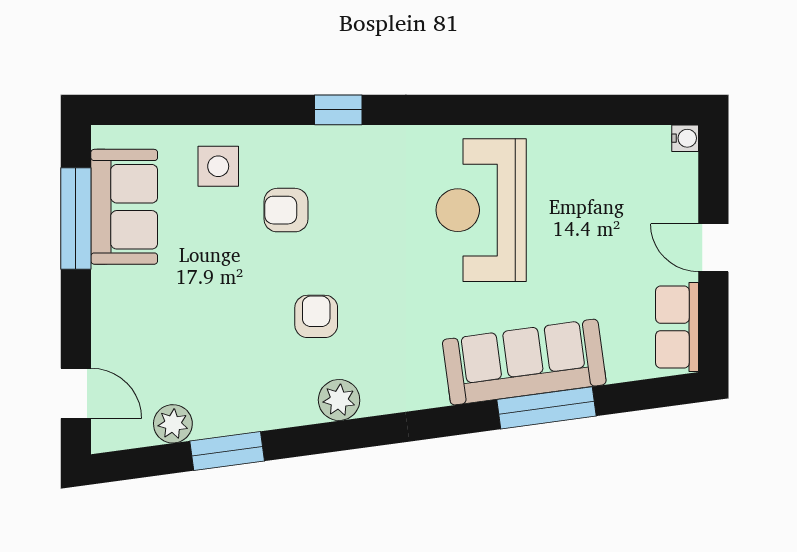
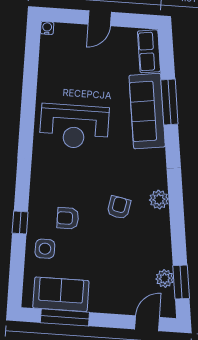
window: (338, 110) -> (20, 223), moved
armchair: (286, 210) -> (68, 218), turned 90
armchair: (316, 316) -> (119, 208), turned 101
row of seats: (677, 327) -> (149, 51), moved, turned 82
window: (227, 451) -> (181, 282), moved

